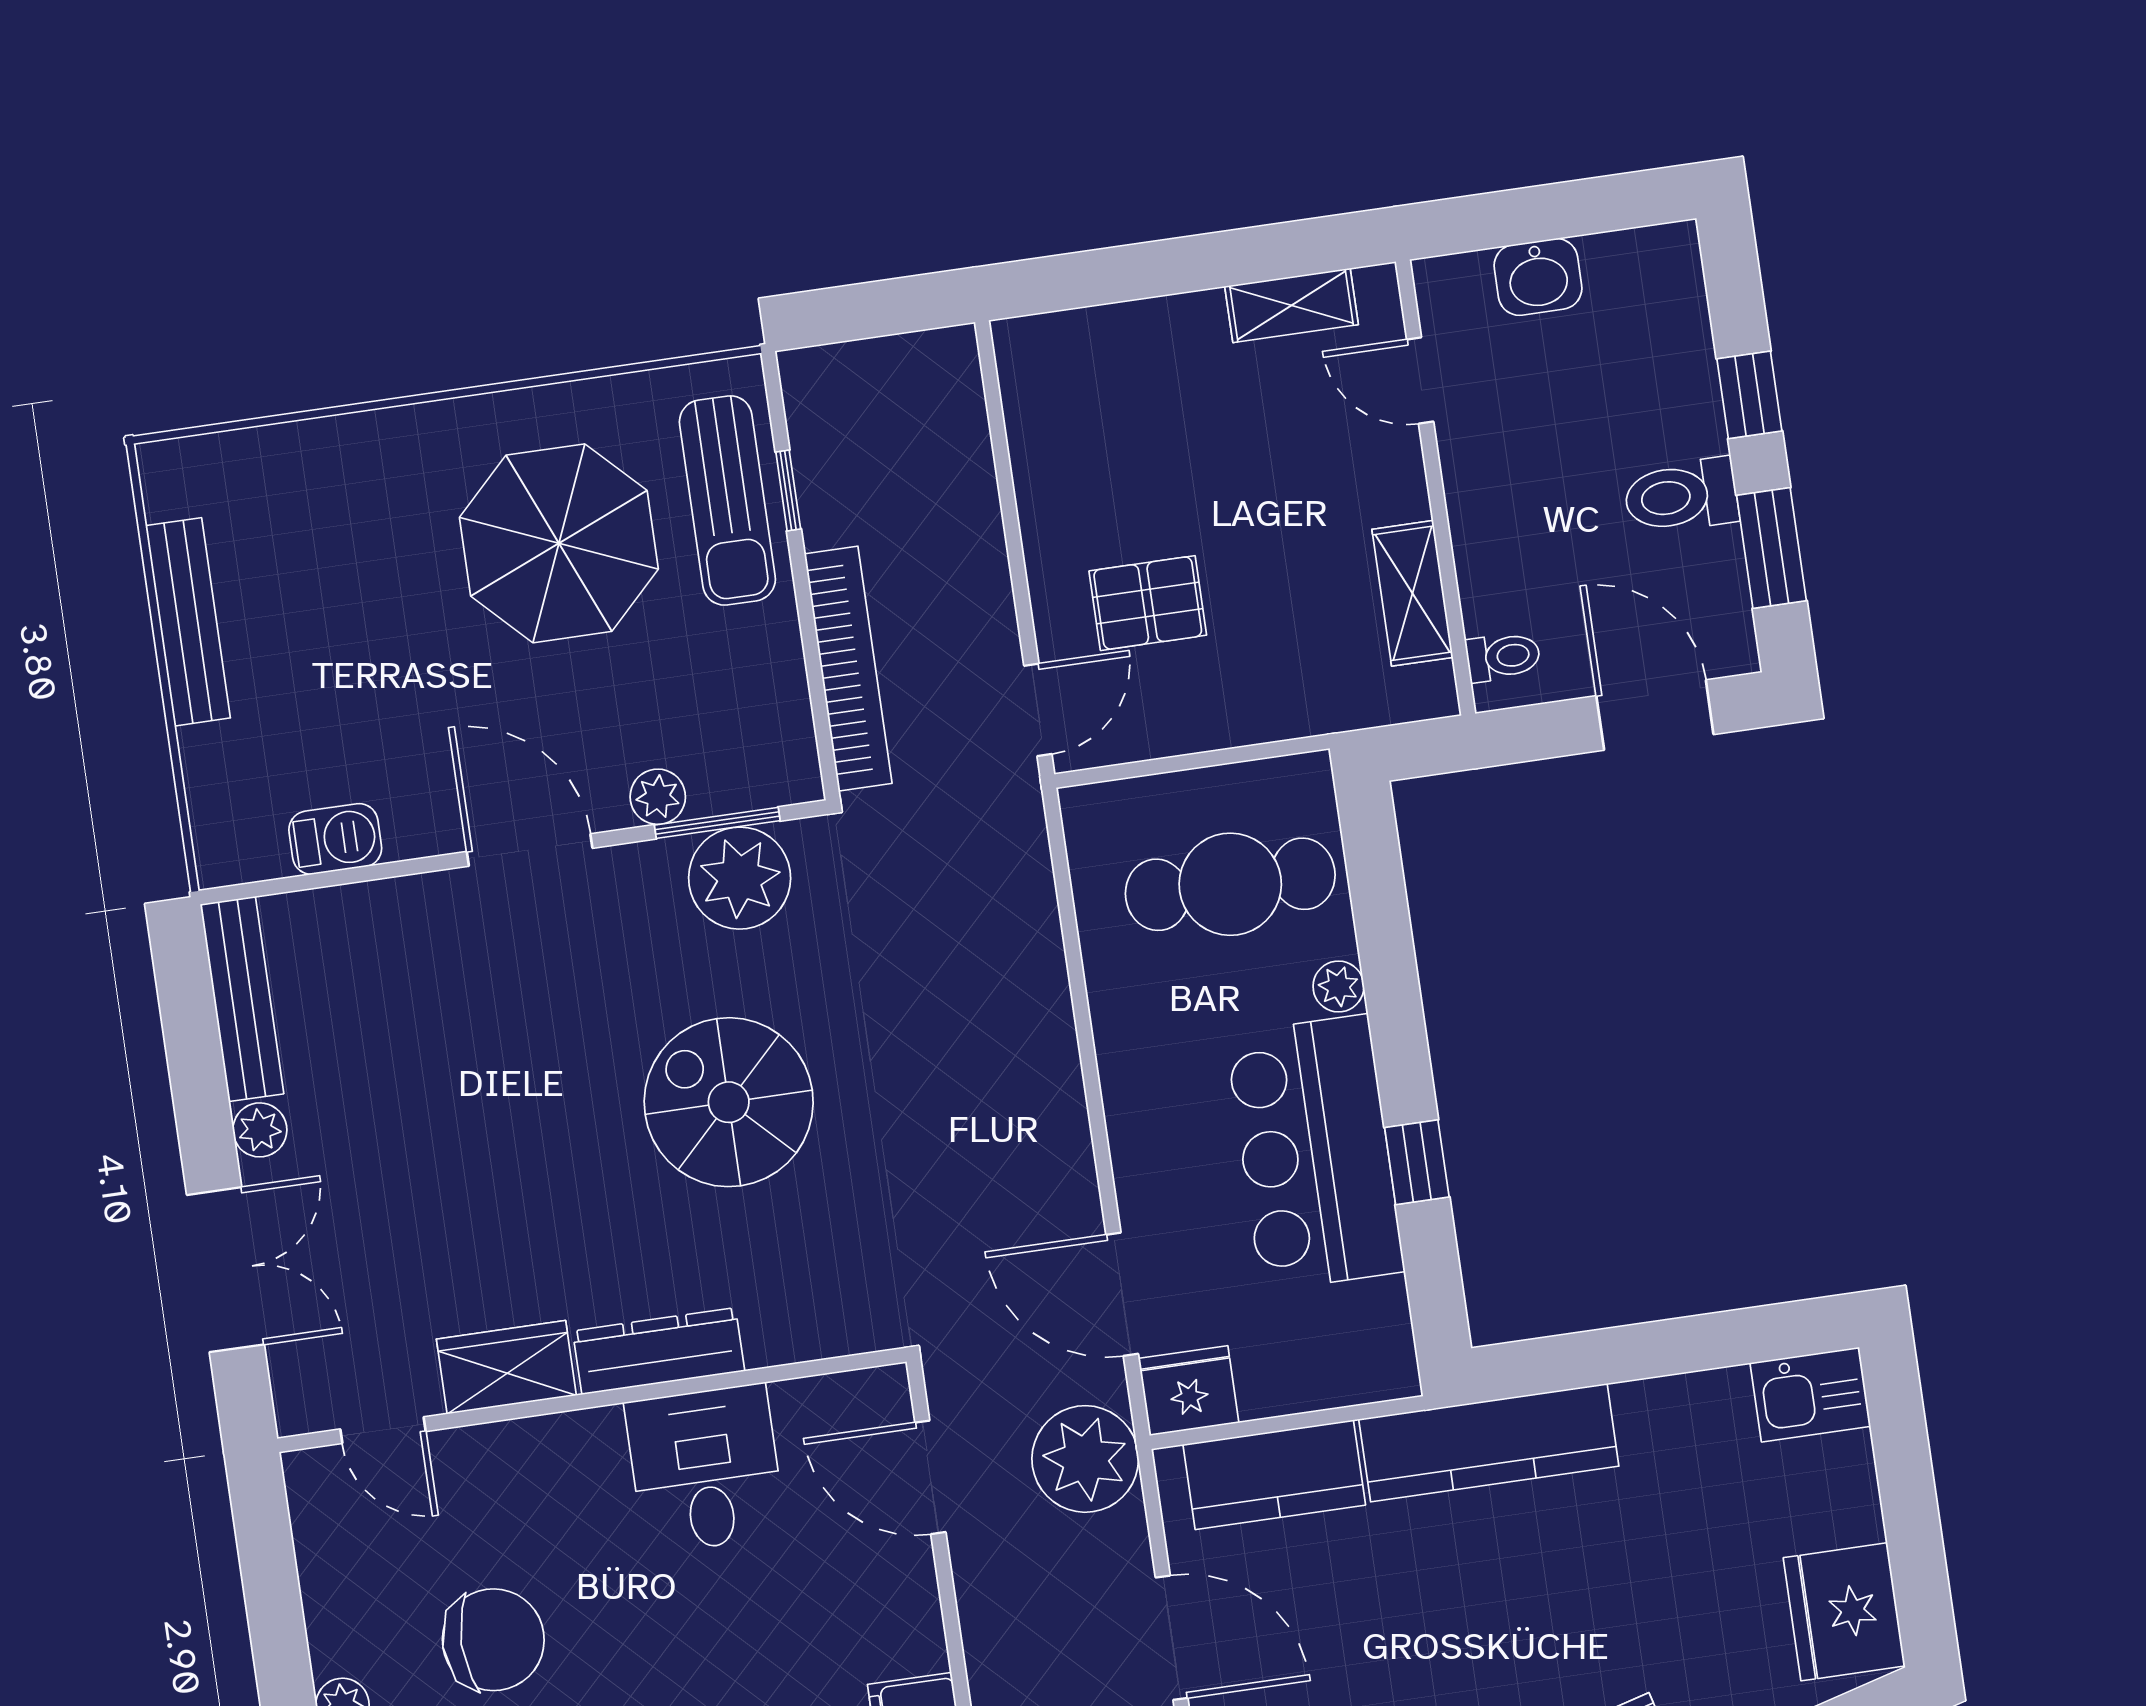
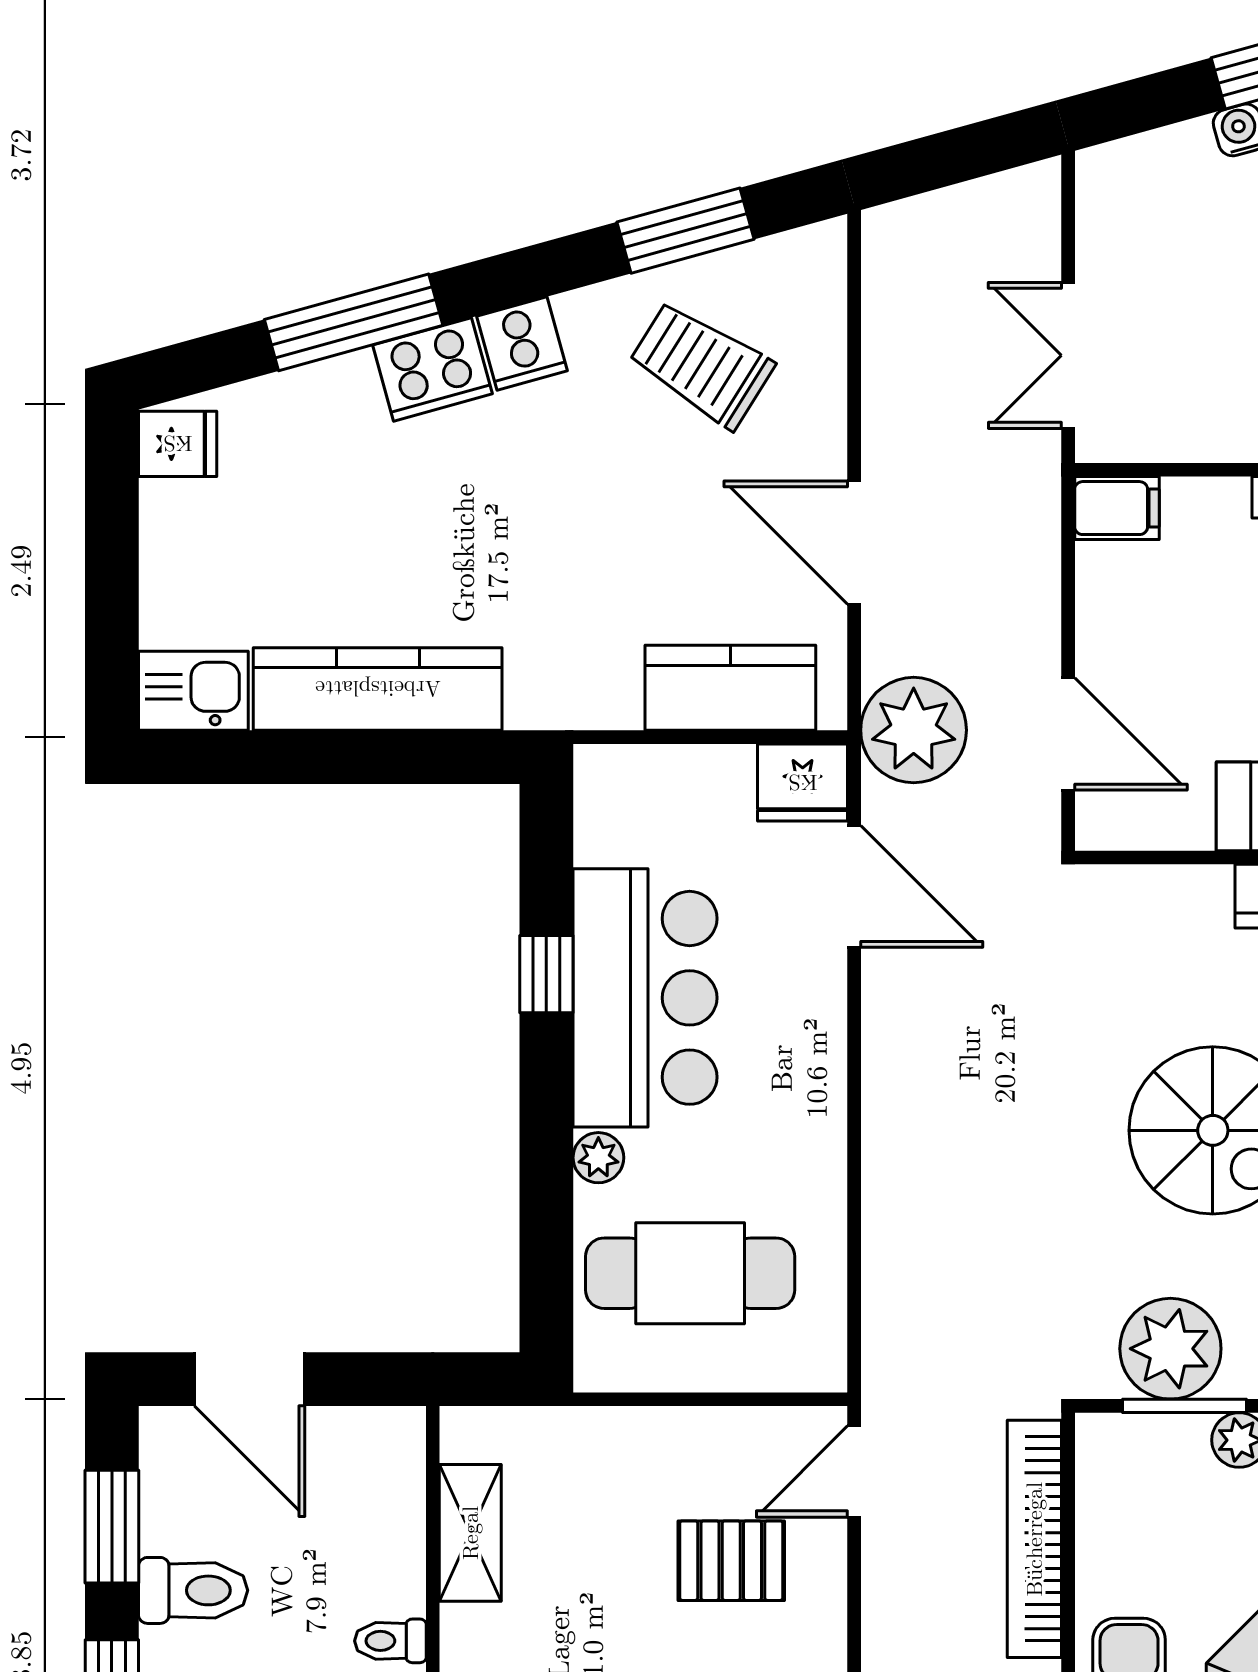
toilet: (1503, 657) -> (390, 1641), moved
kitchen counter: (1489, 1443) -> (378, 689), moved
fridge: (1844, 1612) -> (178, 444), width x0.53, depth x0.75

